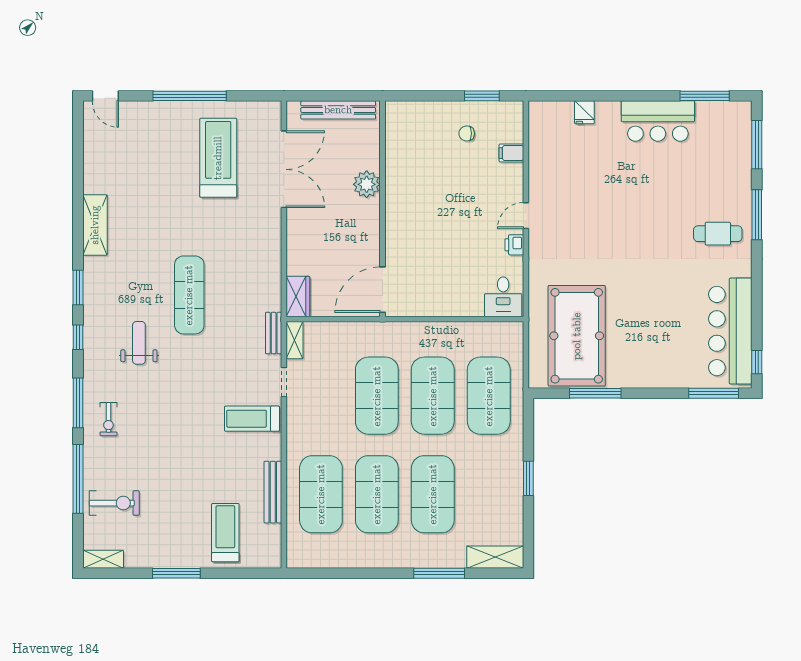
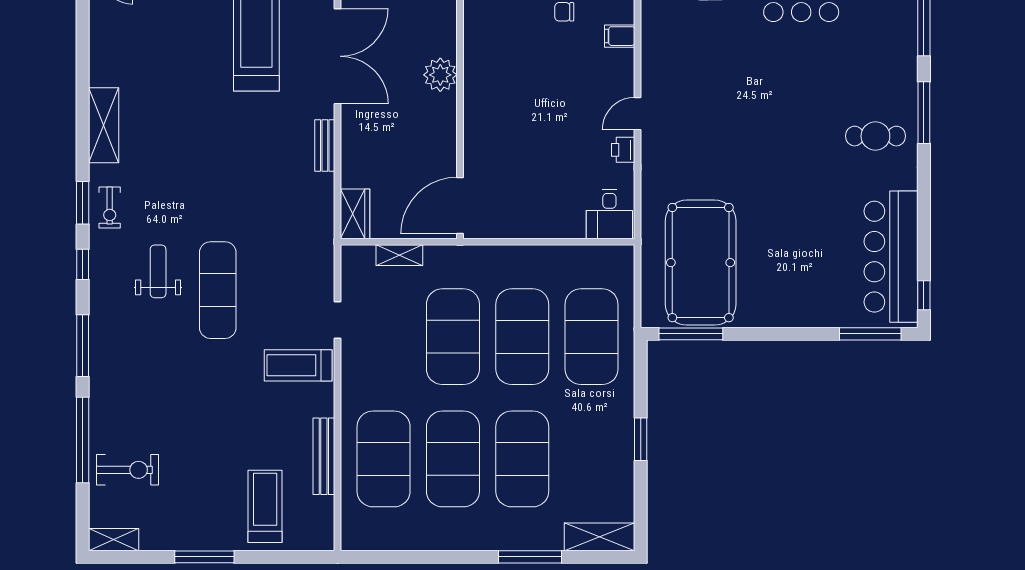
exercise mat: (189, 295) -> (218, 290), moved
bench: (274, 333) -> (325, 146), moved
shelving: (295, 340) -> (399, 255), moved, turned 90
window: (595, 393) -> (691, 334), moved
exercise bike: (108, 419) -> (110, 207), moved

